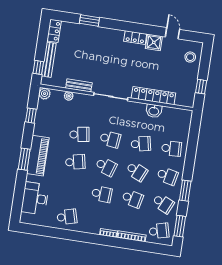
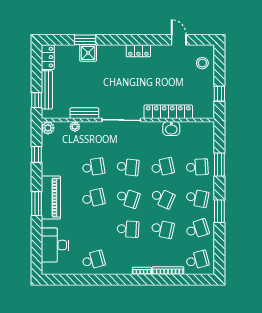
shower: (154, 42) -> (88, 53), moved
school desk: (163, 203) -> (197, 229), turned -42
window: (180, 226) -> (219, 164), moved

